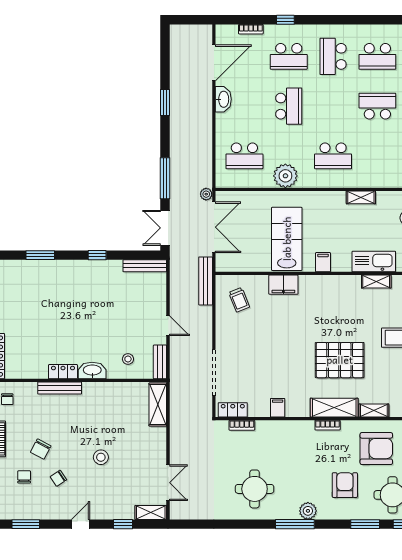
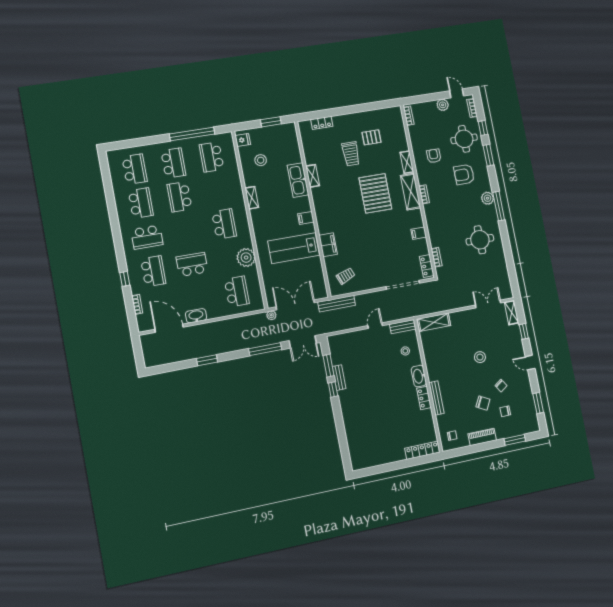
window: (40, 255) -> (329, 366), moved
bench: (145, 266) -> (339, 378), moved, width x0.73
armchair: (376, 449) -> (434, 156), width x0.53, depth x0.53

